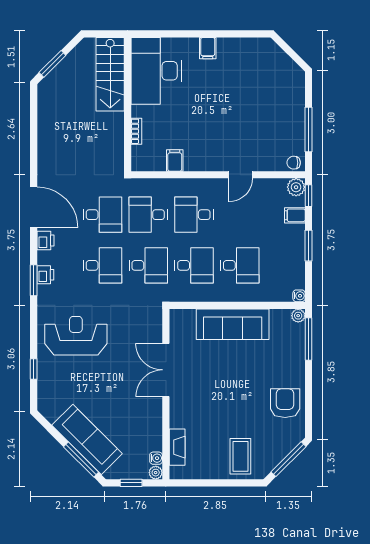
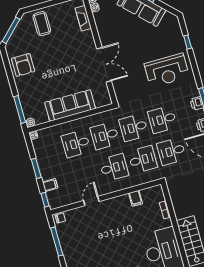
plant: (296, 187) -> (54, 203), removed

